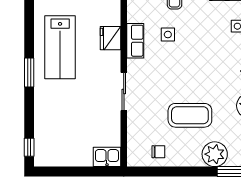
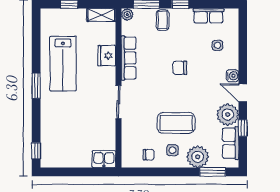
side table: (168, 35) -> (173, 150), moved
row of seats: (135, 41) -> (129, 58), width x1.48
chair: (194, 52) -> (180, 68), added

